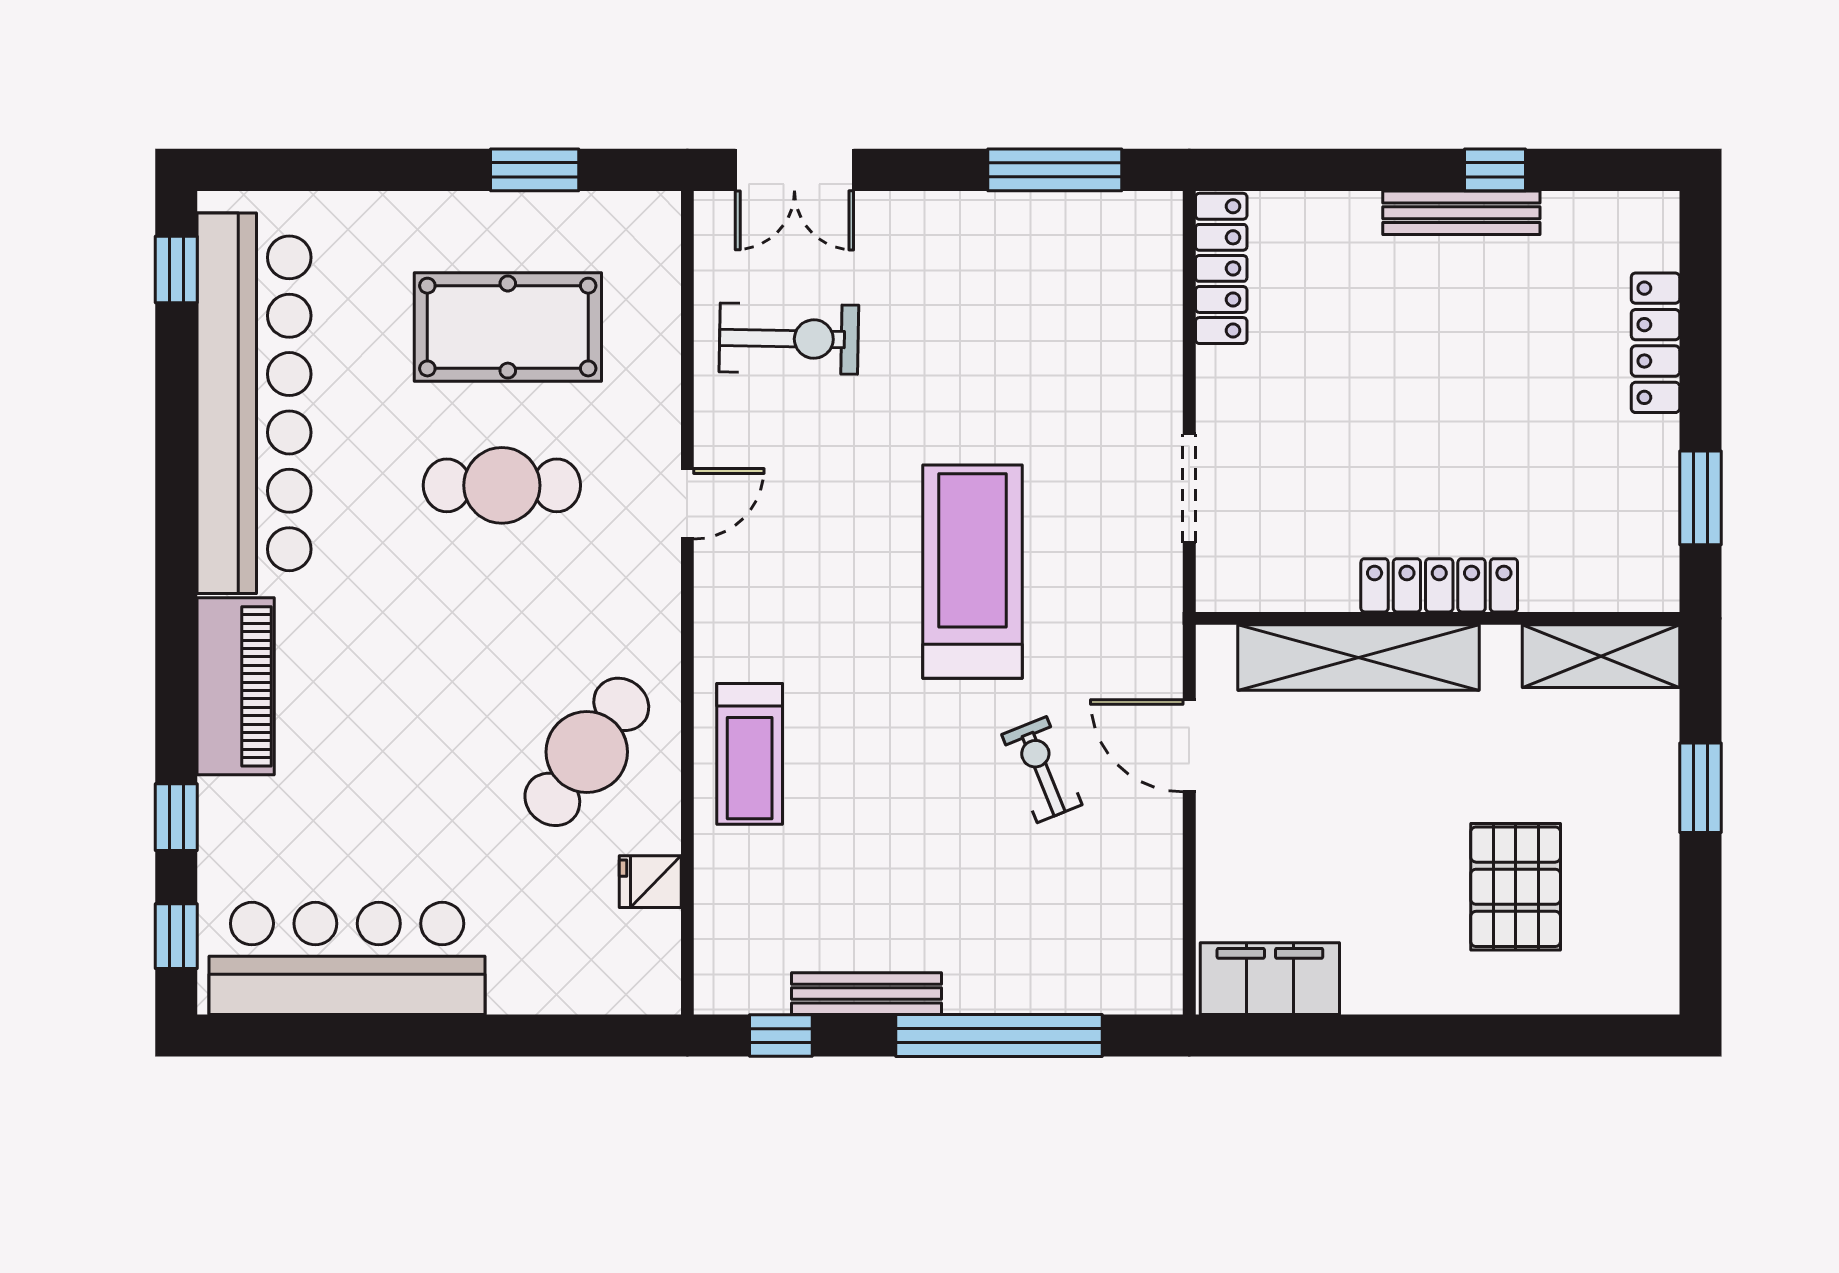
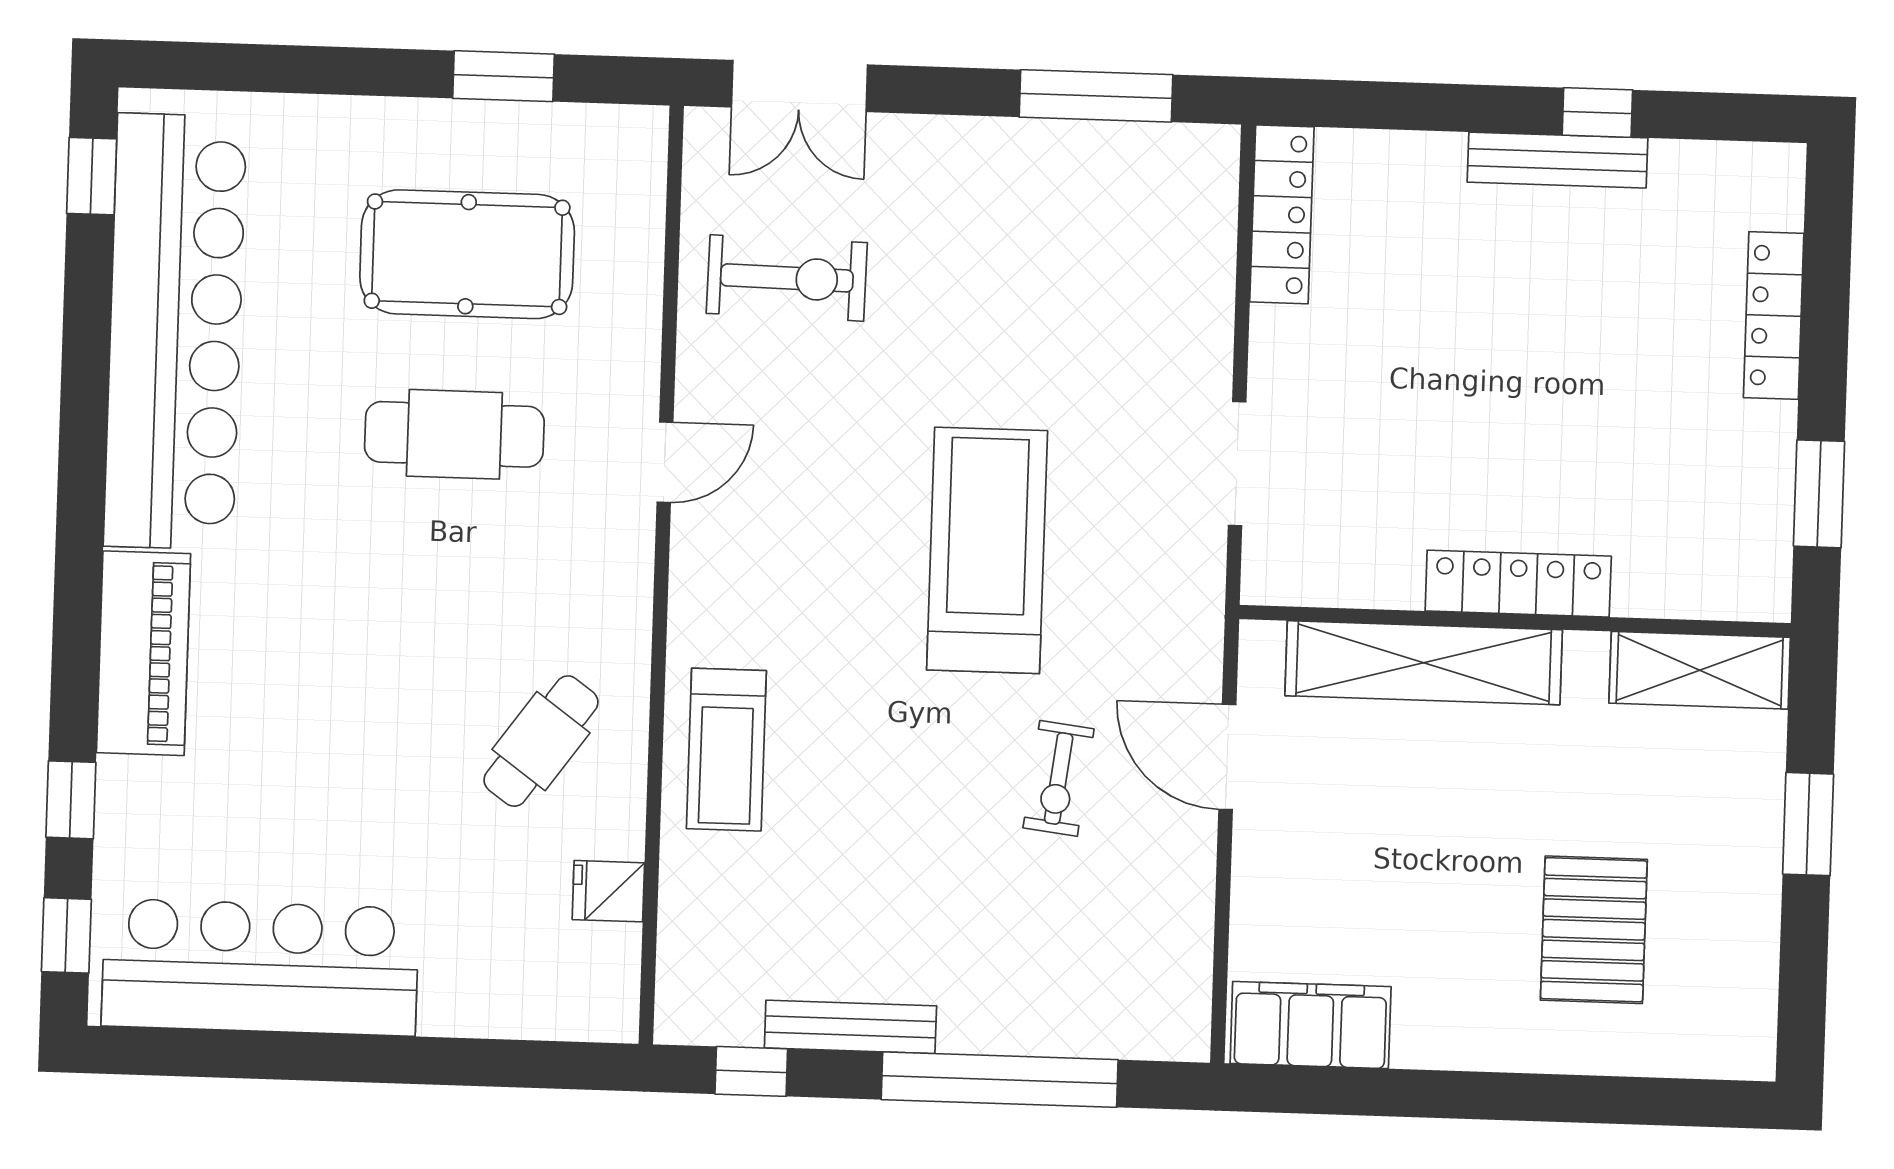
cafe table: (587, 752) -> (541, 741), width x0.73, depth x0.74
exercise bike: (1042, 770) -> (1059, 778), turned -151

